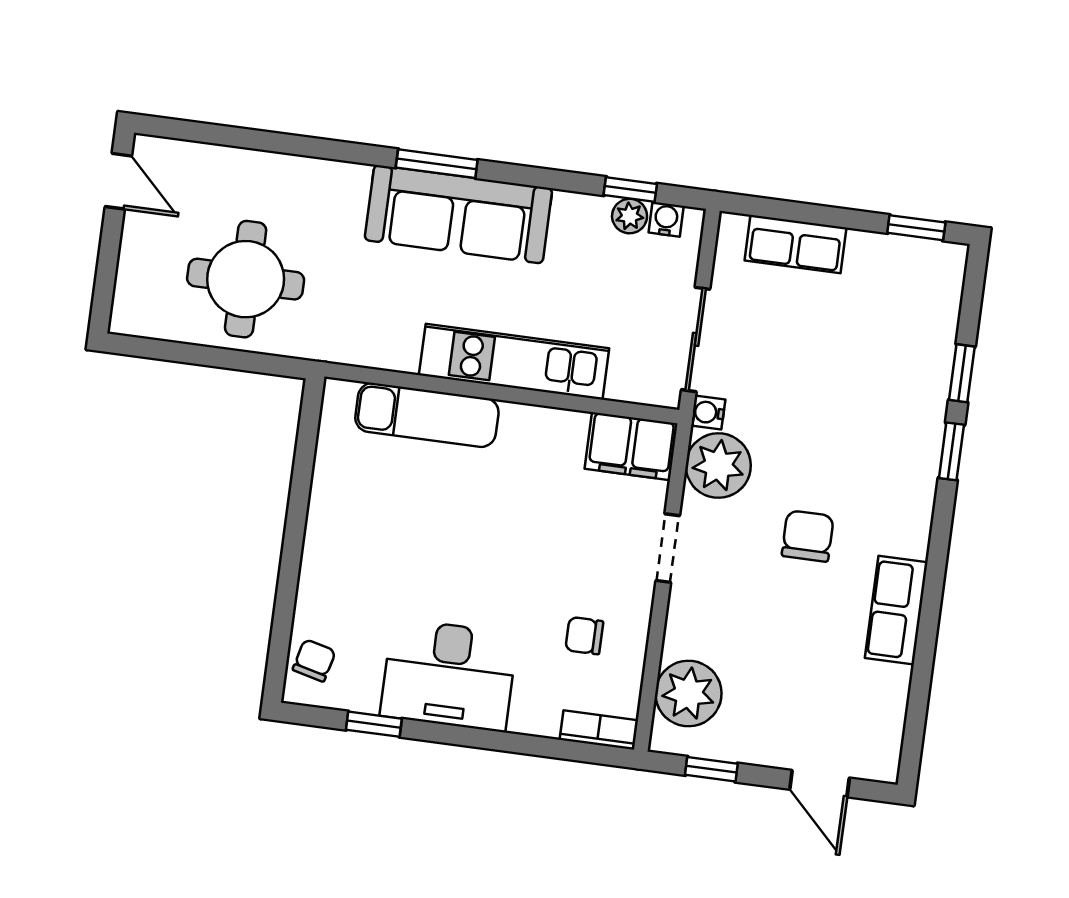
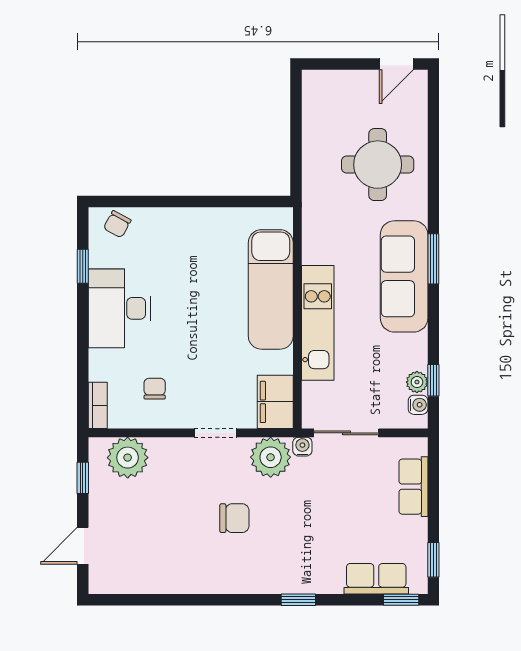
round table: (246, 279) -> (378, 165), moved
window: (962, 373) -> (401, 600), moved
exam couch: (427, 415) -> (271, 289), width x1.36, depth x1.45
row of seats: (896, 610) -> (376, 579), moved
chair: (314, 660) -> (117, 224), turned 105

